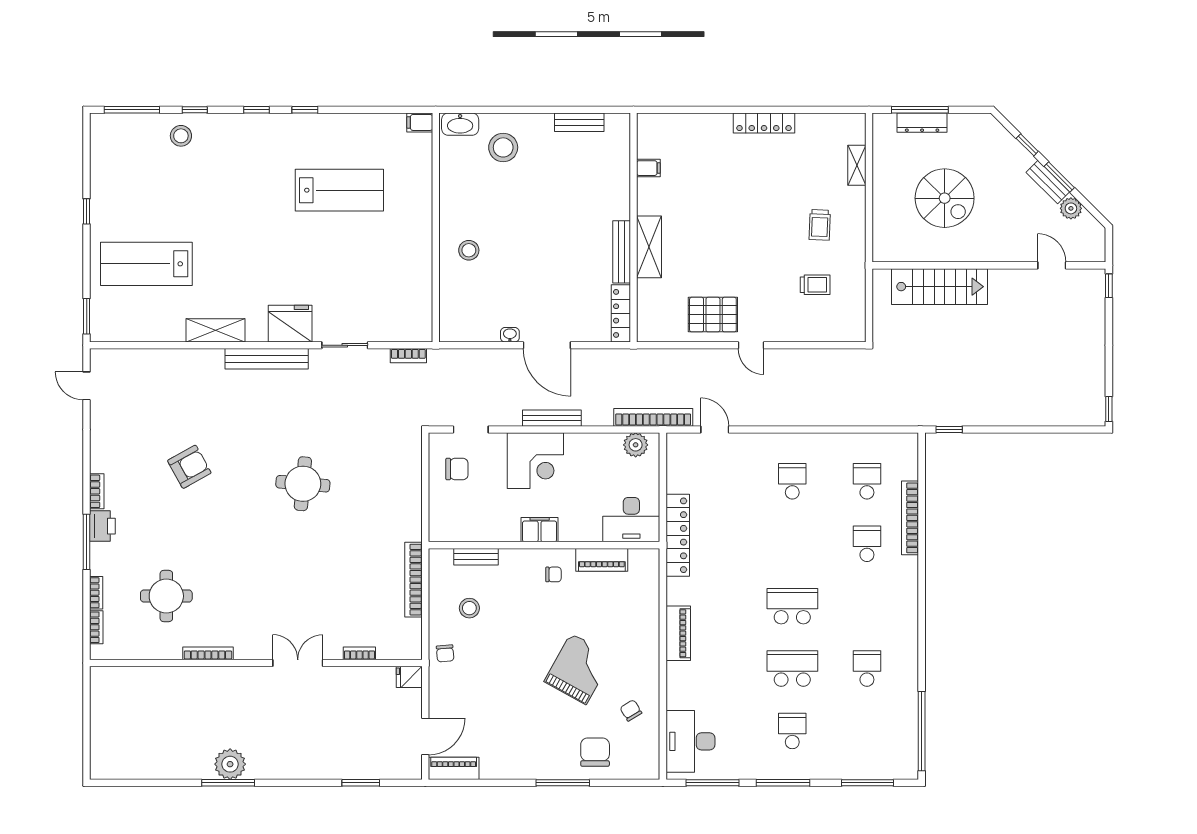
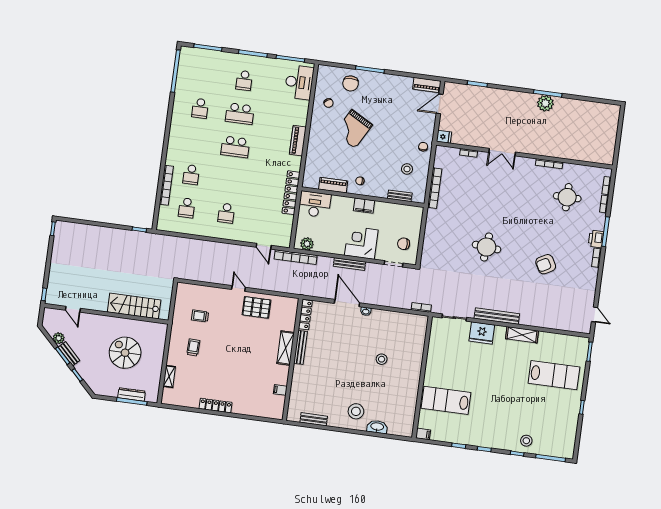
filing cabinet: (420, 122) -> (423, 434), moved
wall: (436, 227) -> (422, 377), moved

